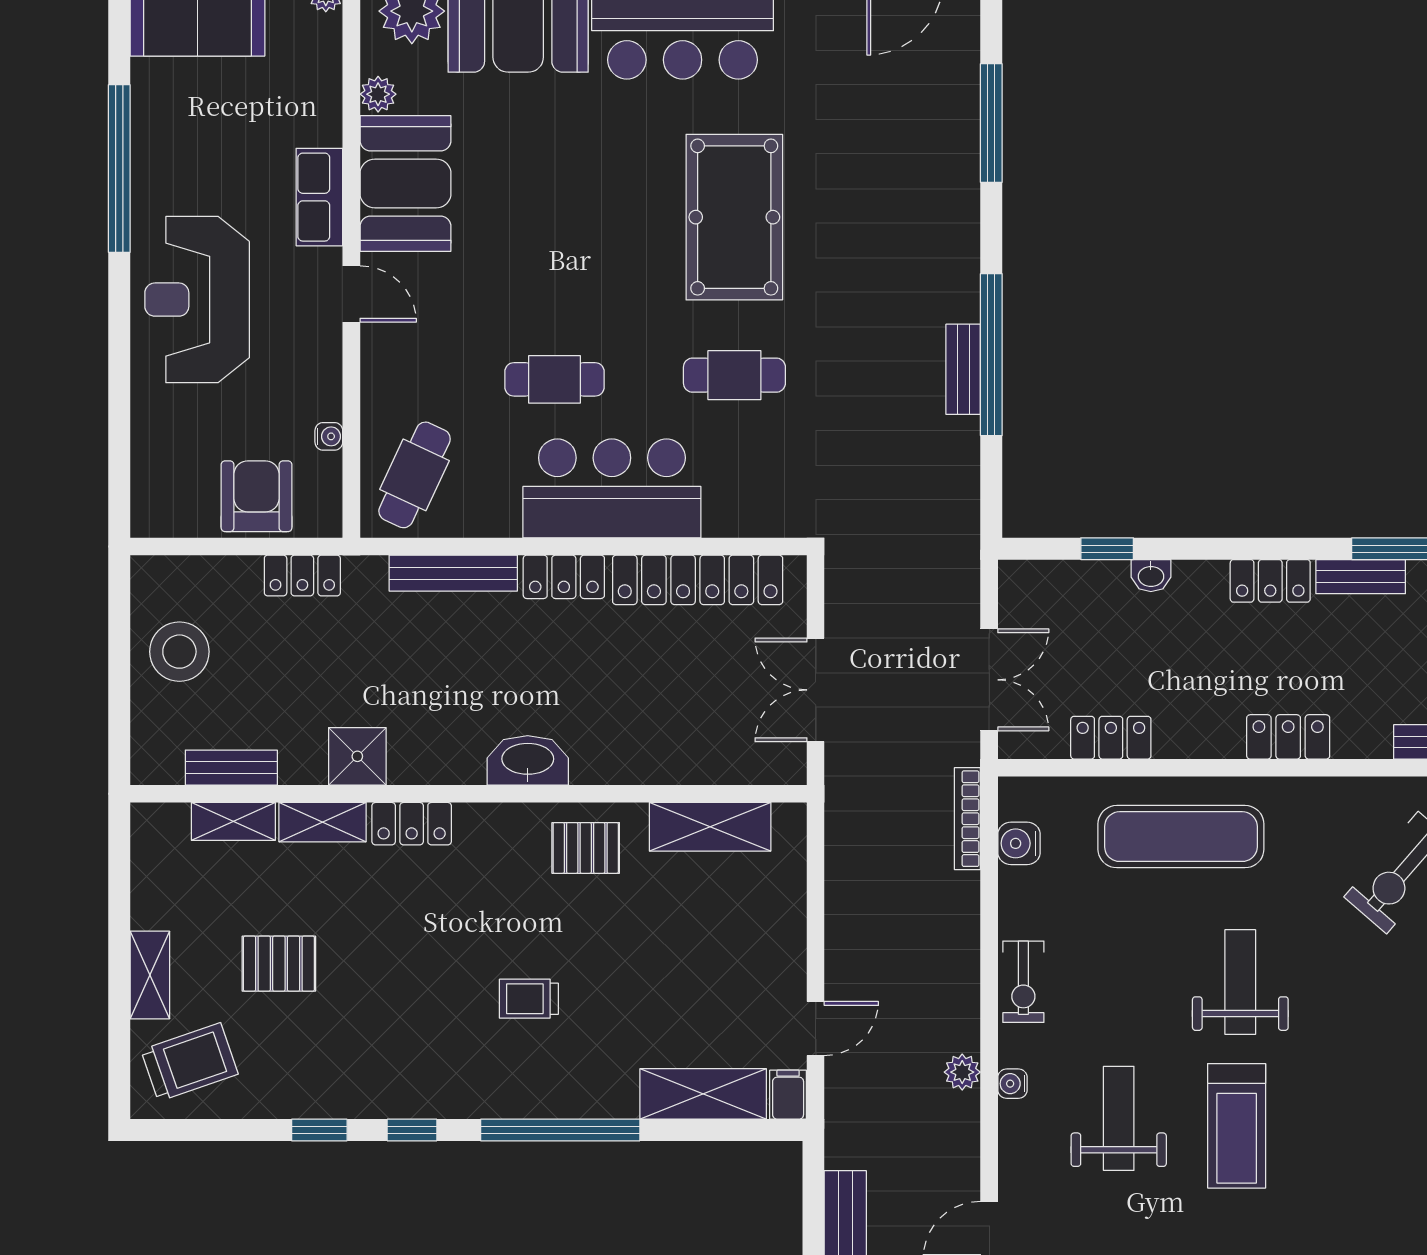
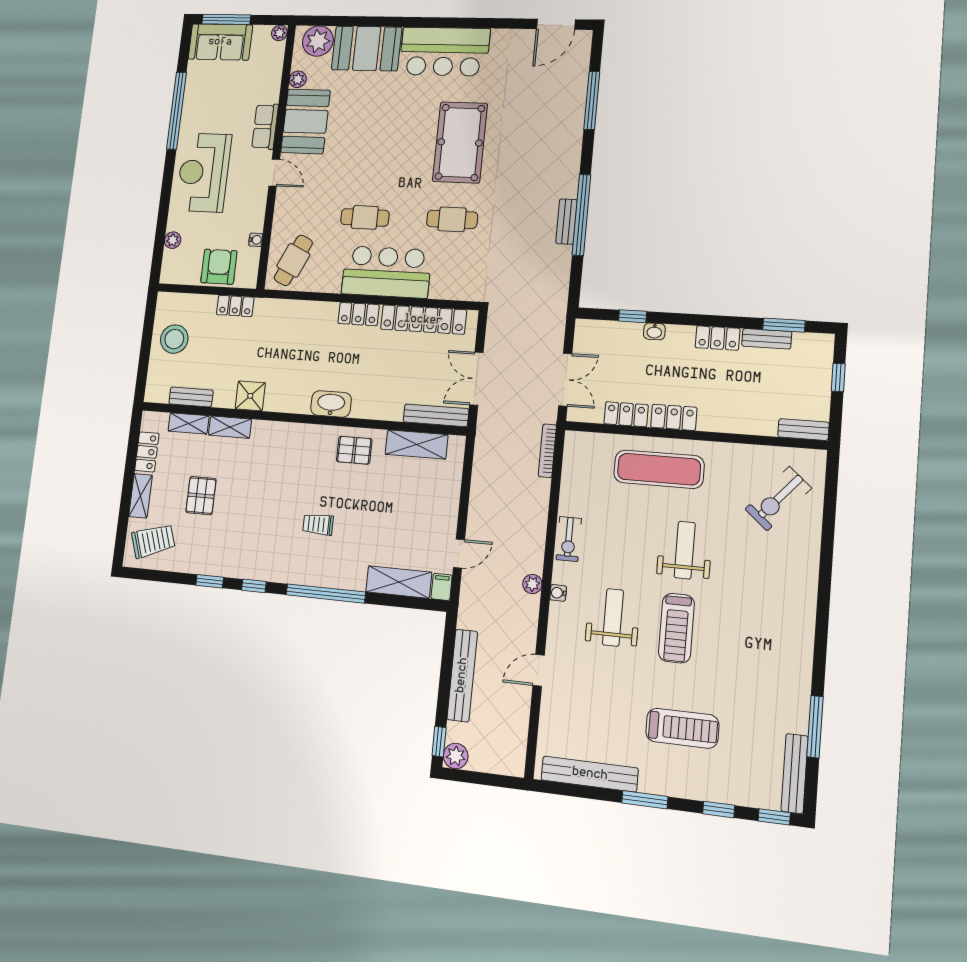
plant: (148, 446) -> (173, 240), added
bench: (453, 573) -> (436, 415), moved
locker: (1288, 737) -> (674, 417), moved
locker: (412, 824) -> (147, 452), moved, turned -90
water cooler: (1019, 843) -> (573, 466), removed
pallet: (279, 964) -> (201, 496), turned 90

